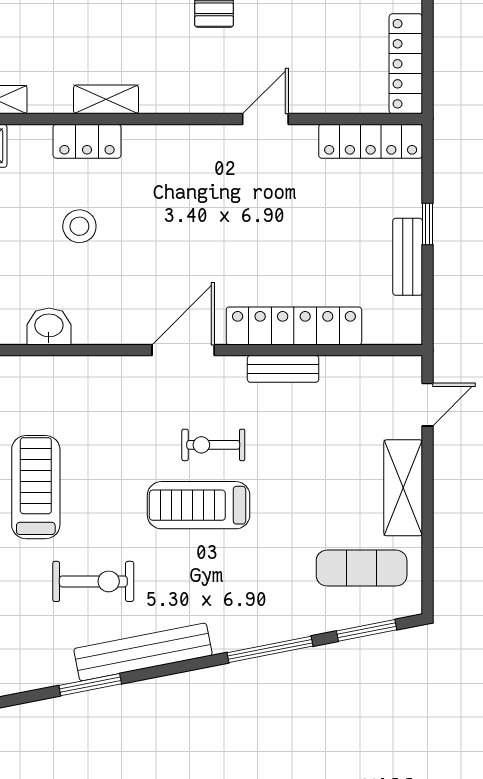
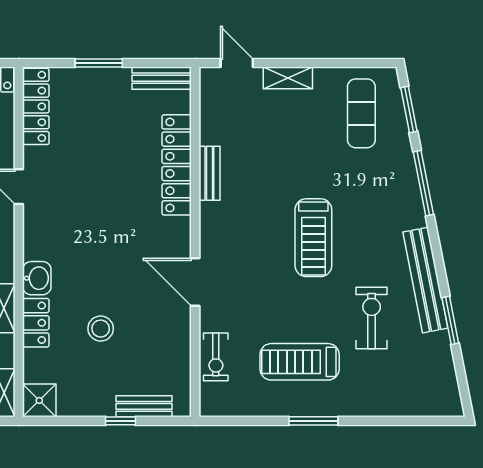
window: (427, 224) -> (99, 63), width x1.50
bench: (408, 257) -> (162, 78), moved
washbasin: (49, 327) -> (37, 278), moved, turned 180
door: (183, 350) -> (195, 282), moved
exercise bike: (213, 445) -> (216, 357), moved
shelving: (403, 488) -> (288, 78), width x0.67, depth x0.75

